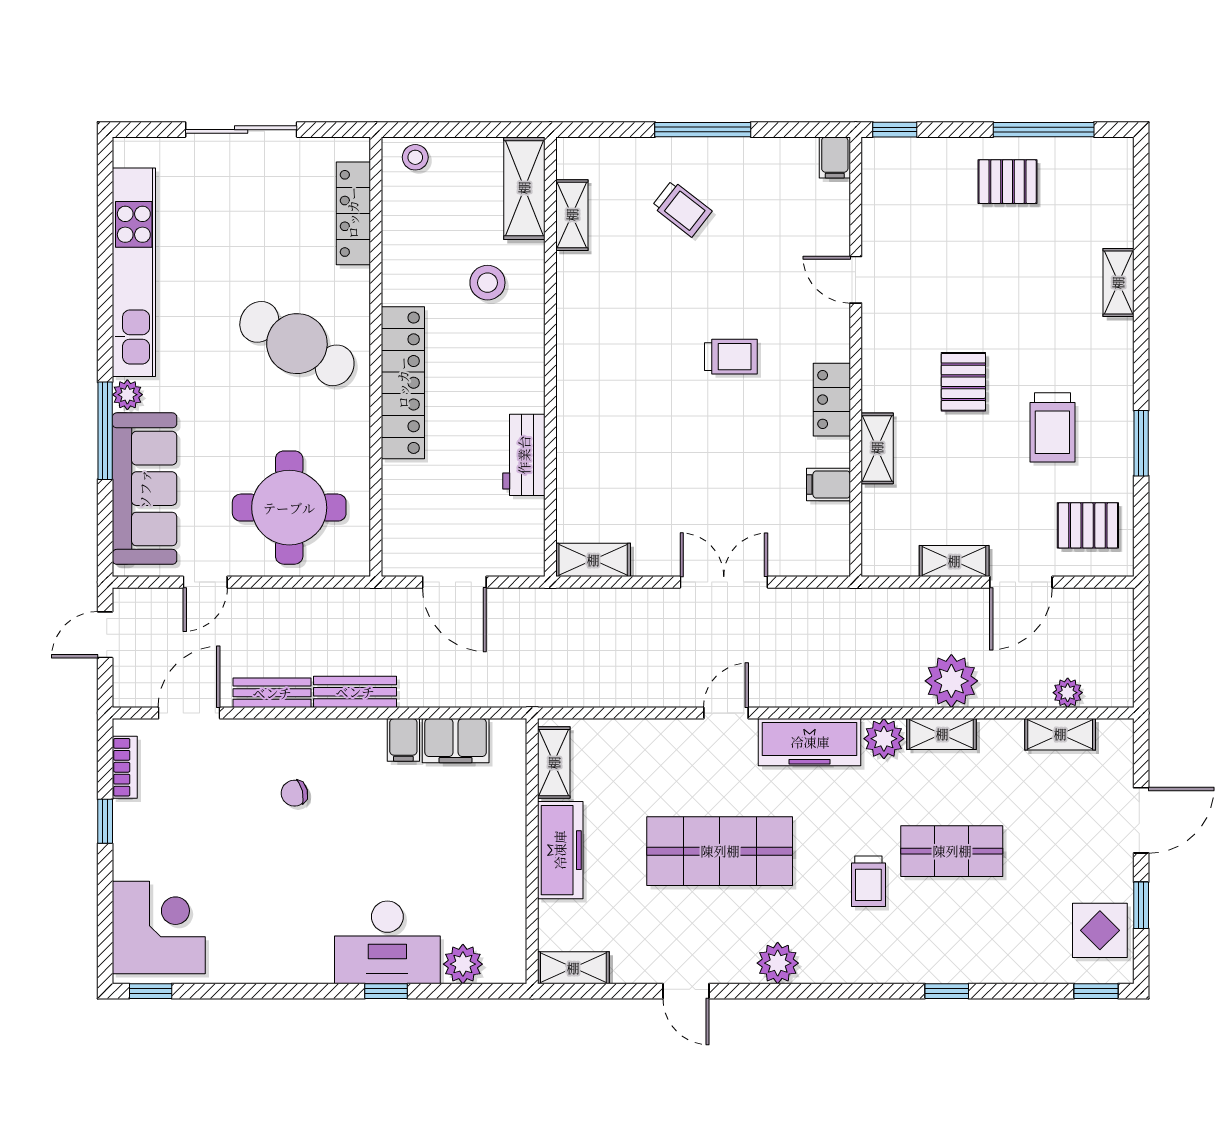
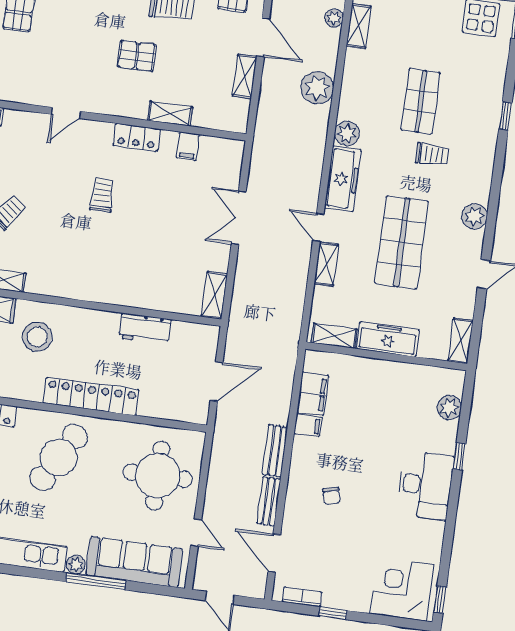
stool: (487, 283) -> (37, 337), width x1.38, depth x1.38
shelving: (942, 734) -> (326, 264), moved
desk: (387, 942) -> (425, 485), moved

